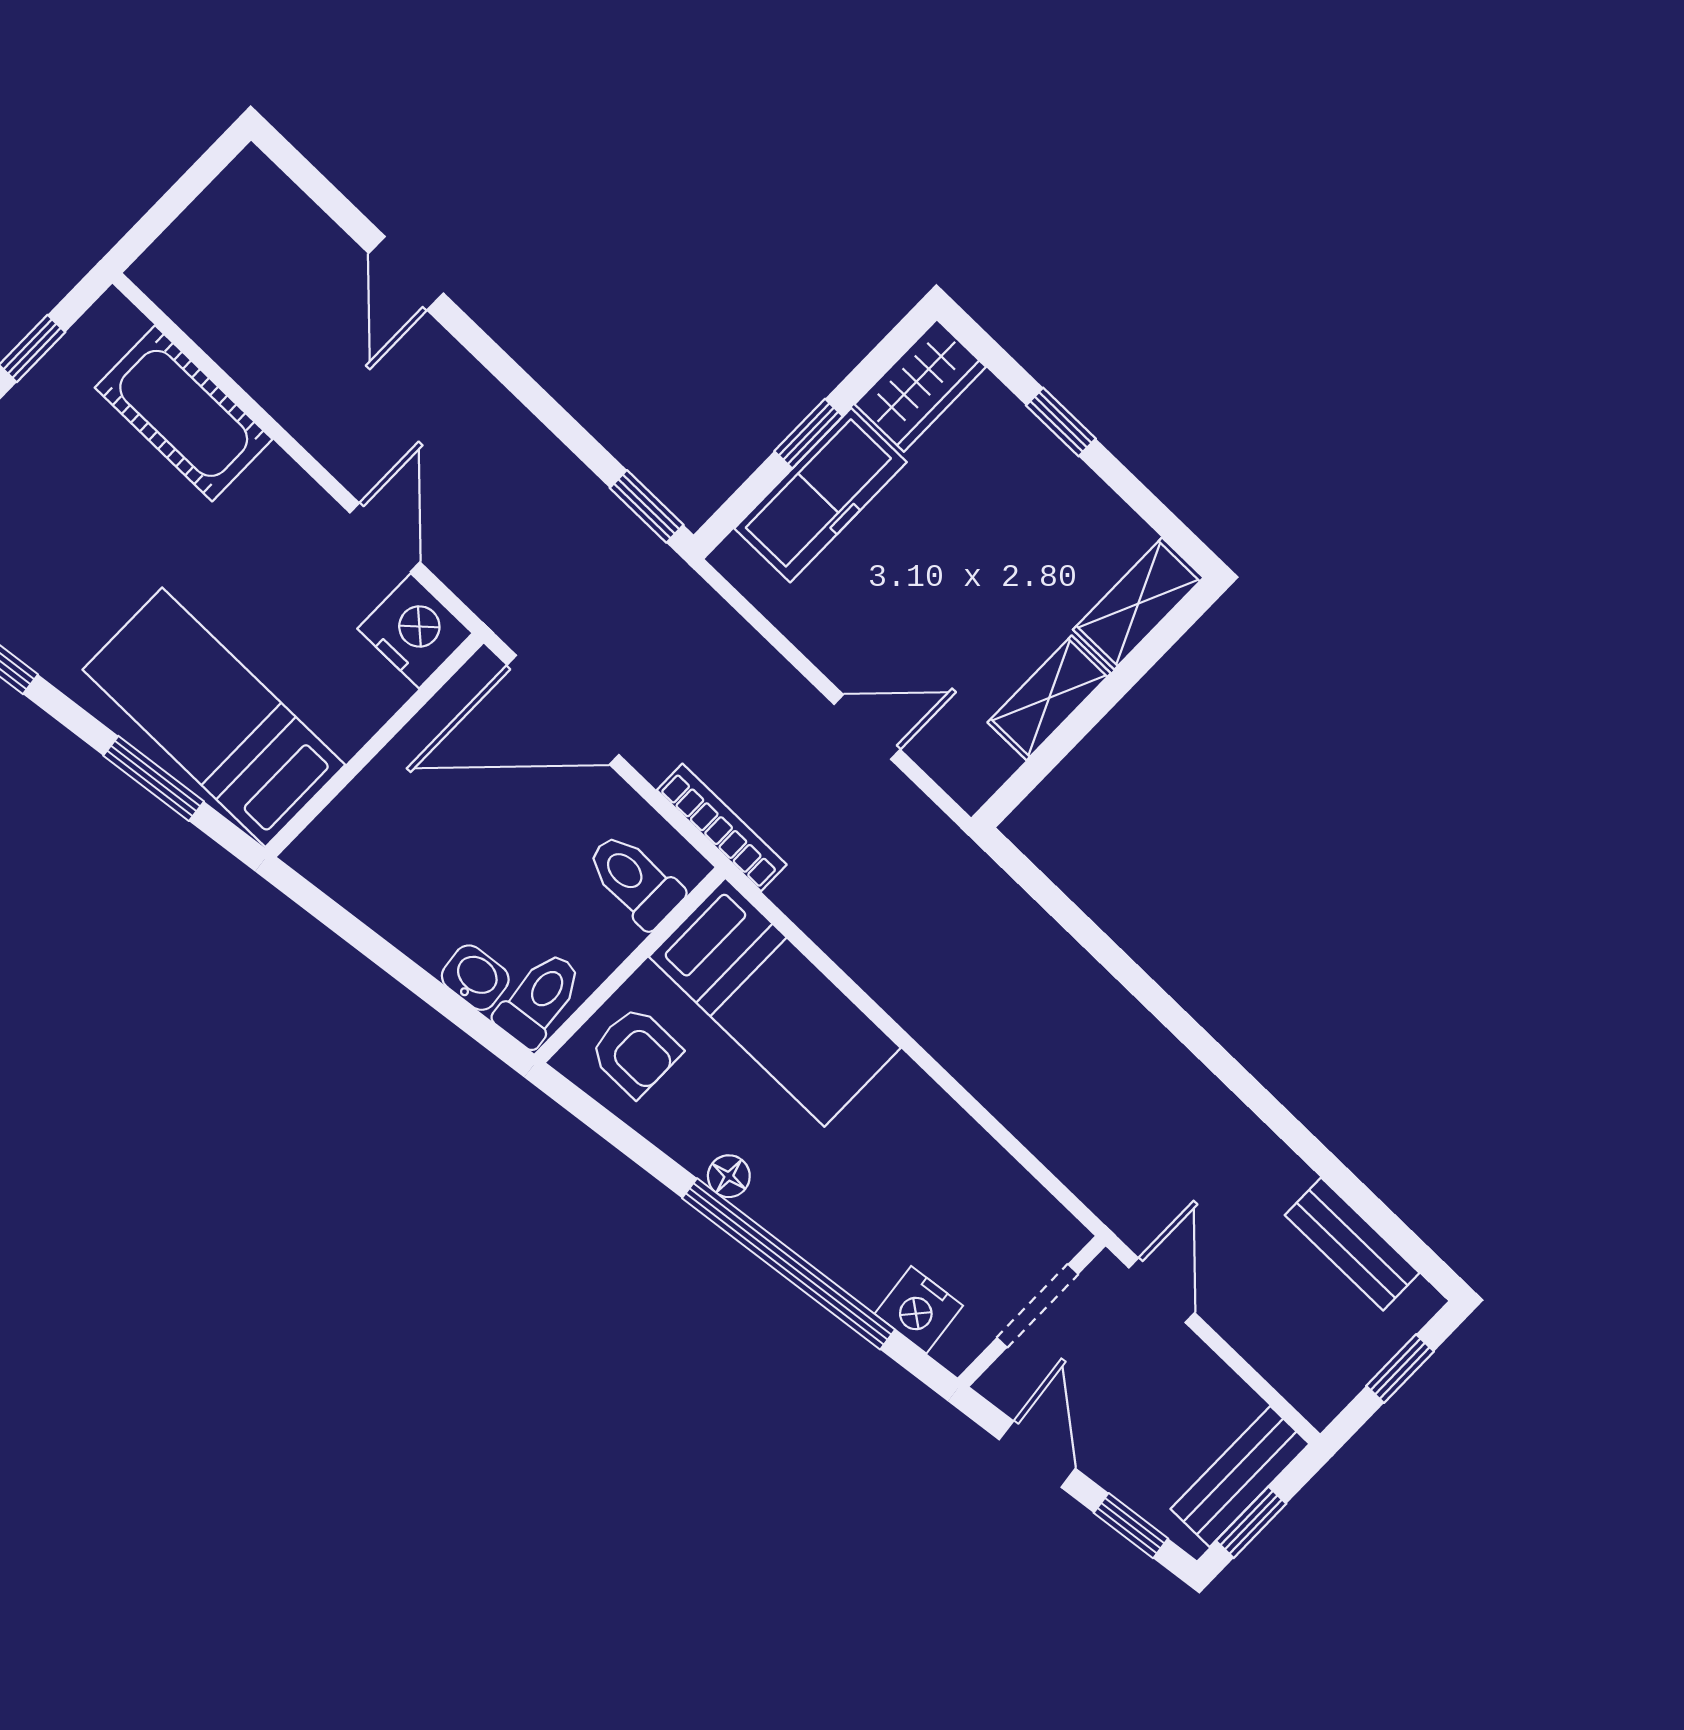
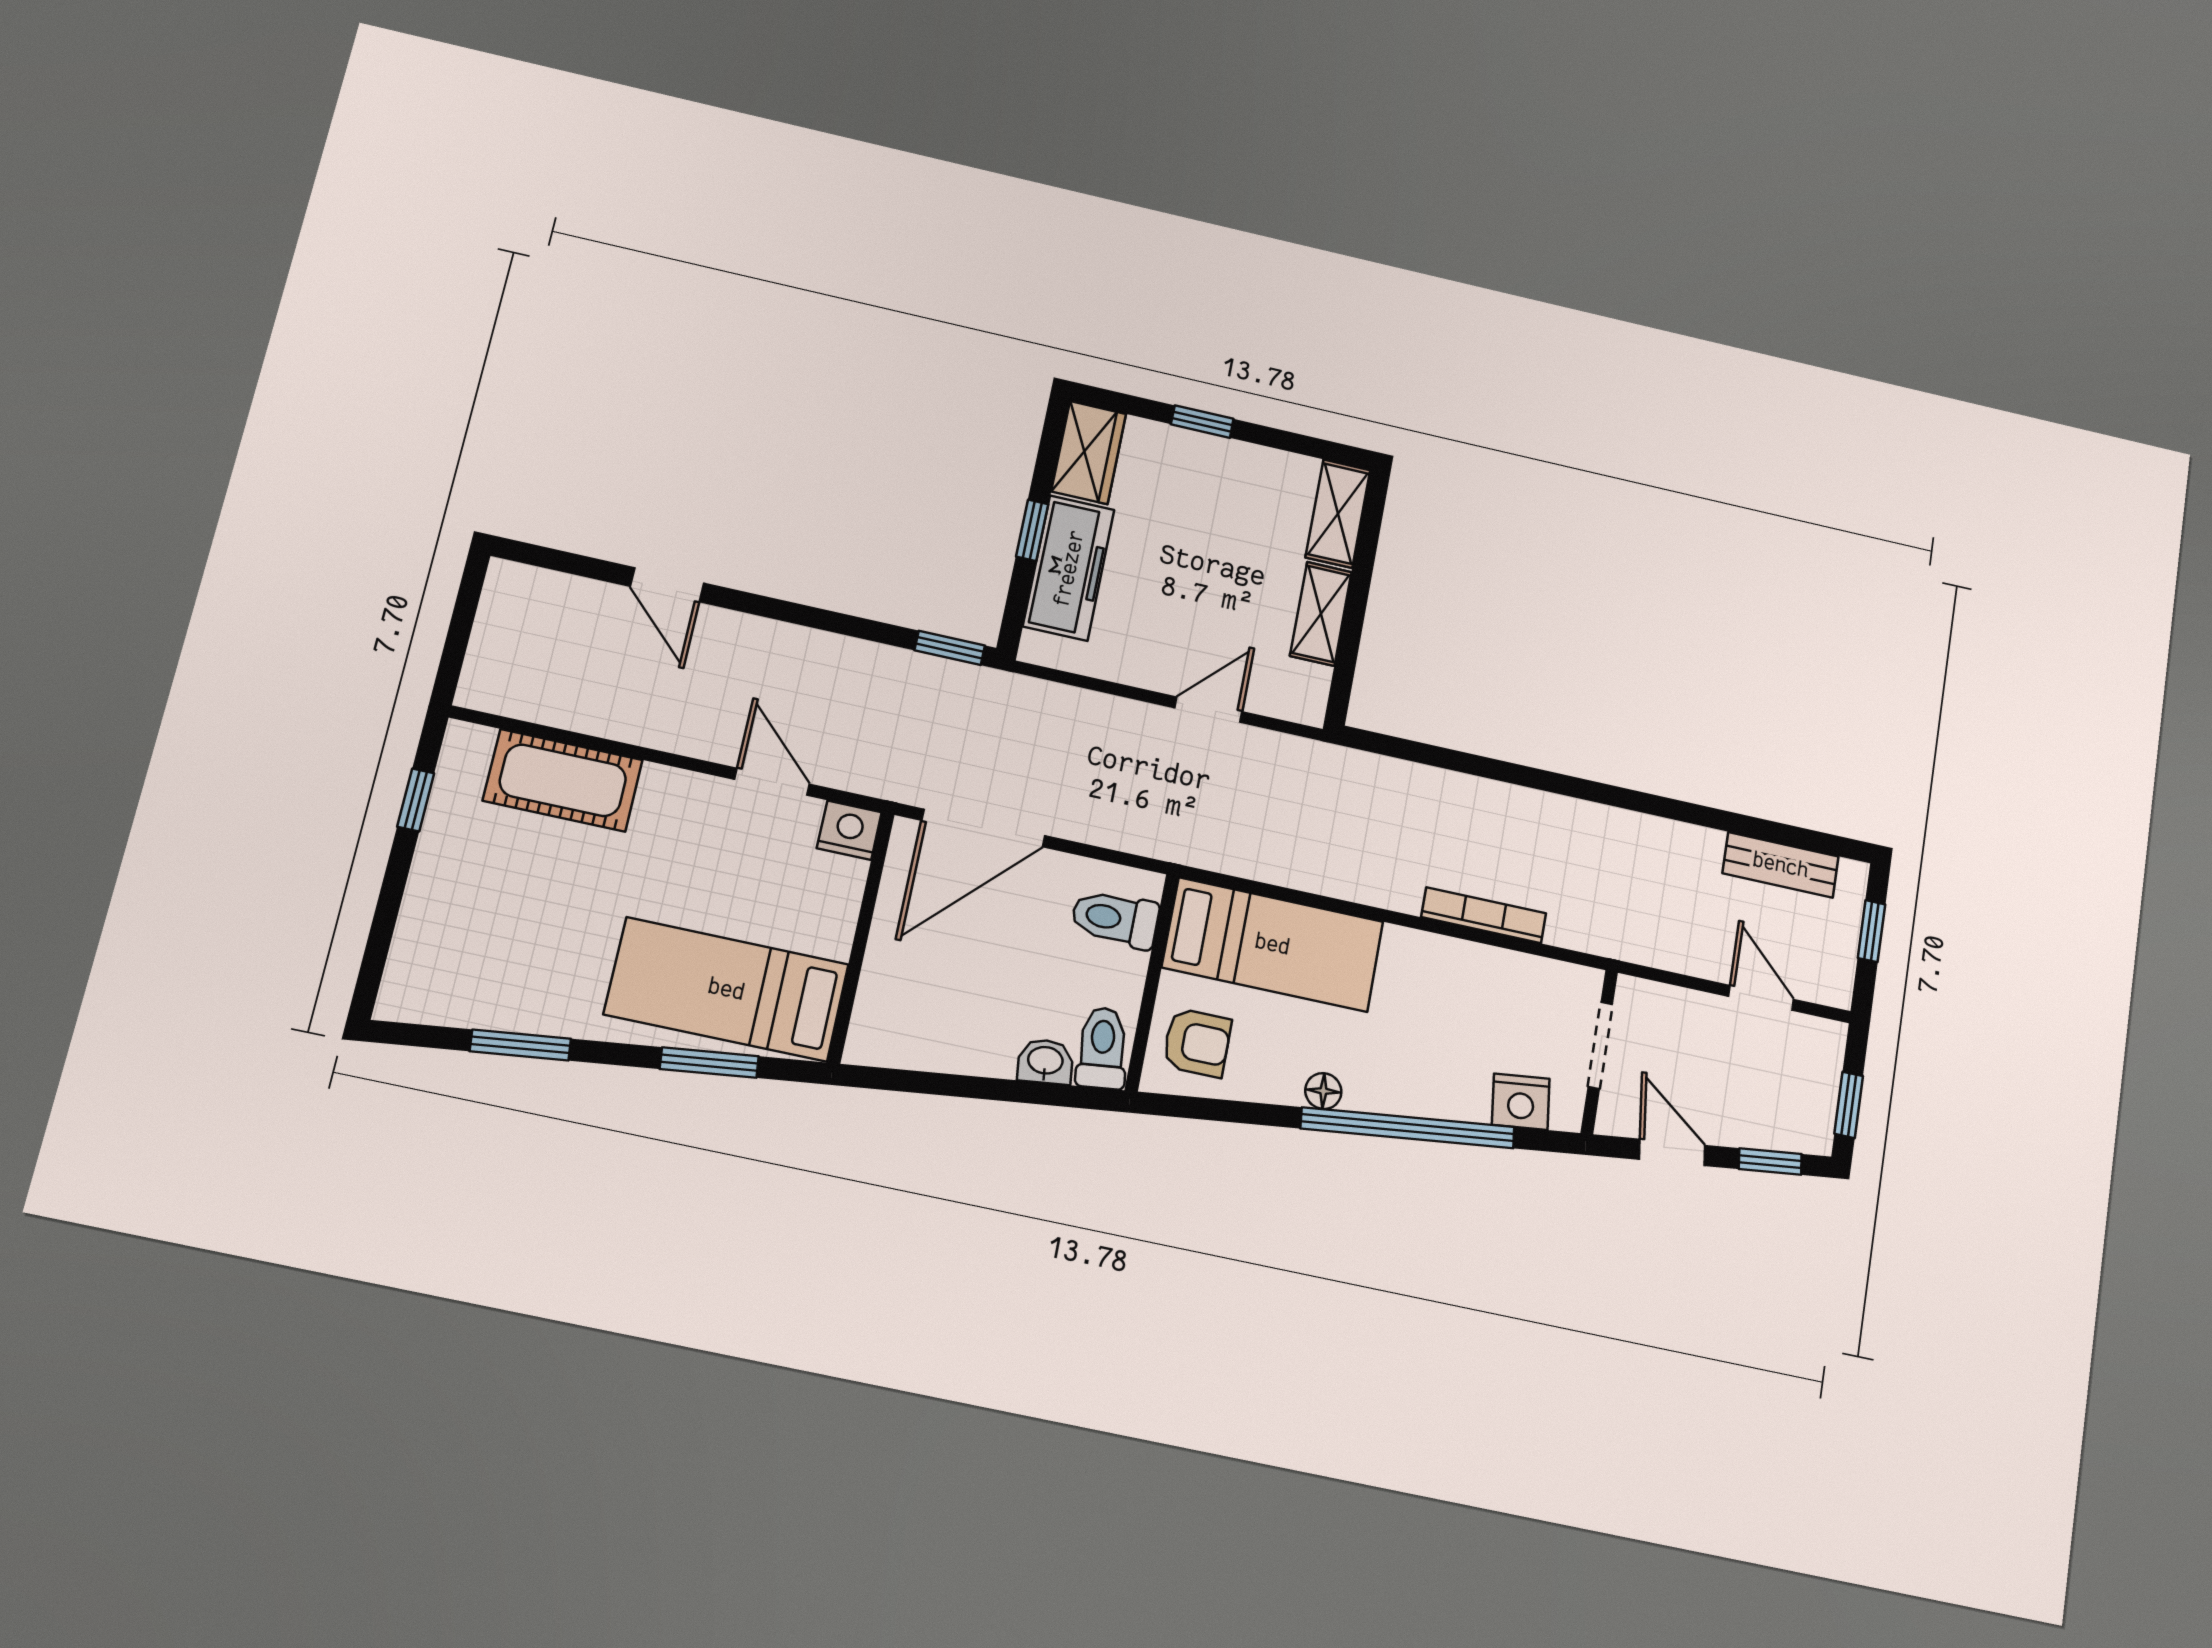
nightstand: (415, 631) -> (849, 830), width x0.74, depth x0.75
bookcase: (722, 827) -> (1484, 915), moved
door: (1162, 1290) -> (1761, 998), moved
bench: (1240, 1476) -> (1819, 1077), removed

